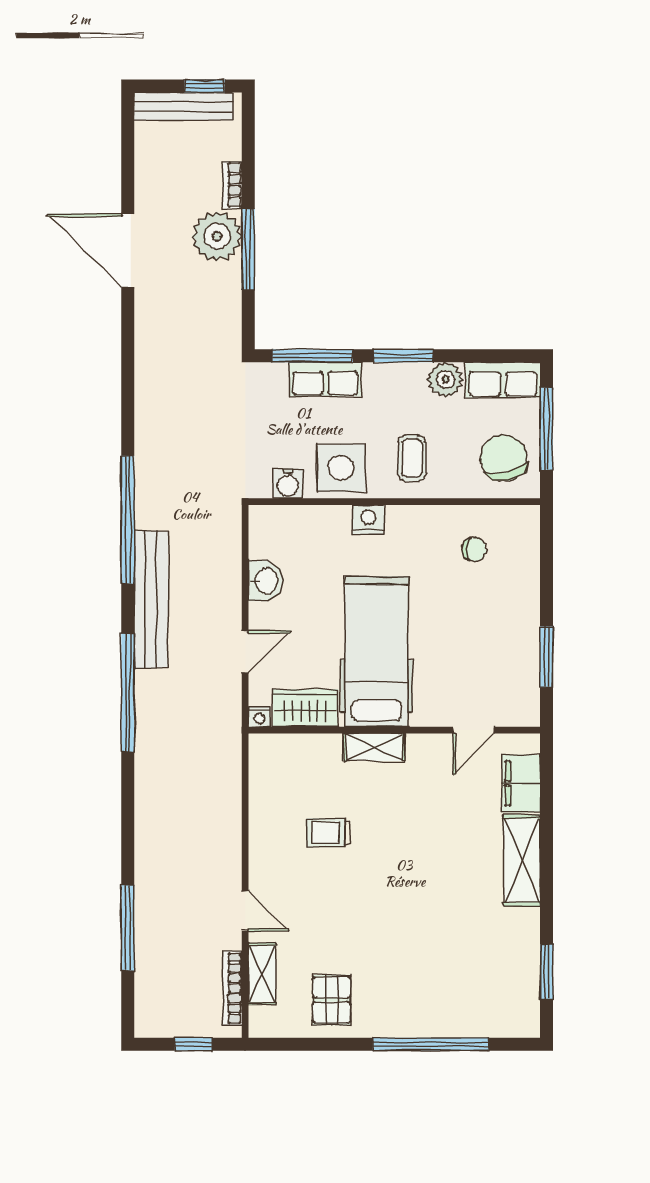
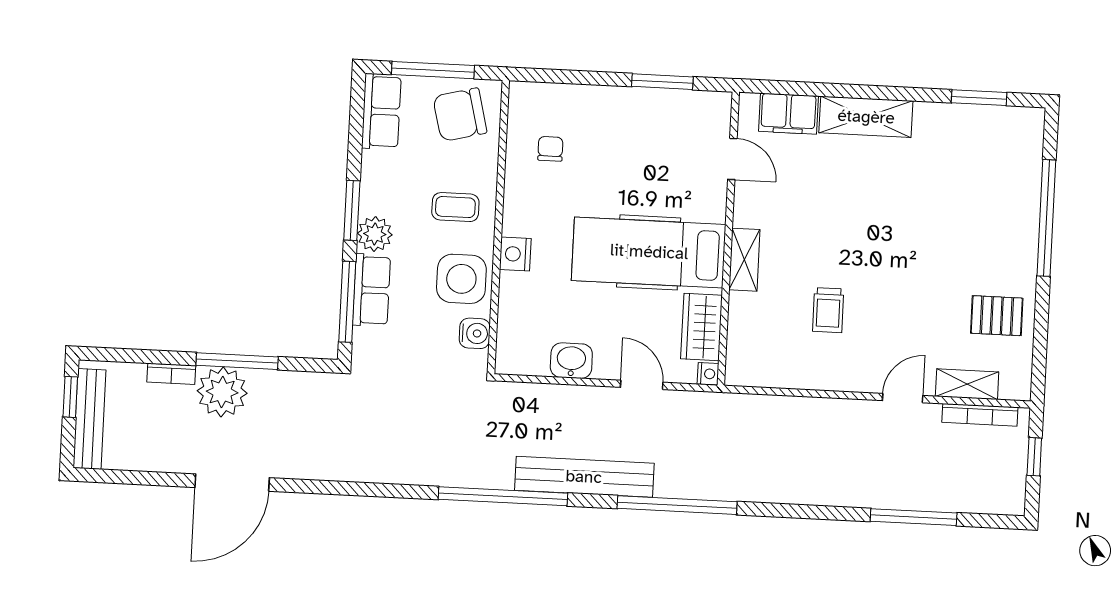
plant: (446, 380) -> (375, 234), moved

